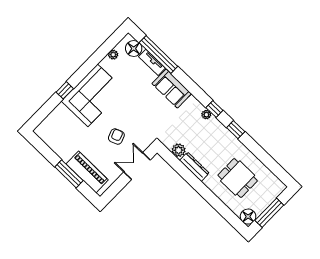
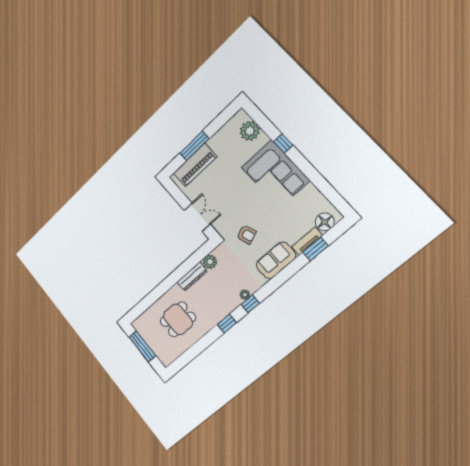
plant: (113, 55) -> (250, 131), moved, width x1.88, depth x1.88
window: (158, 55) -> (316, 249), width x0.47
armchair: (116, 137) -> (246, 234), moved
floor lamp: (248, 217) -> (140, 325), removed

